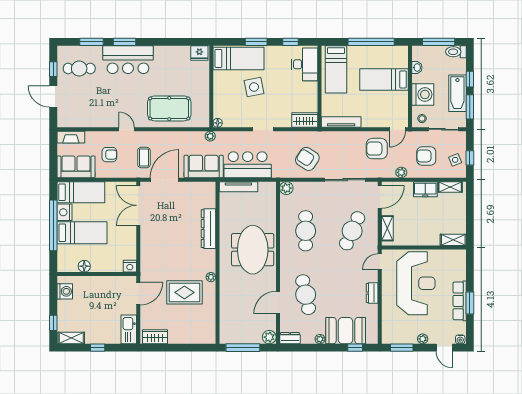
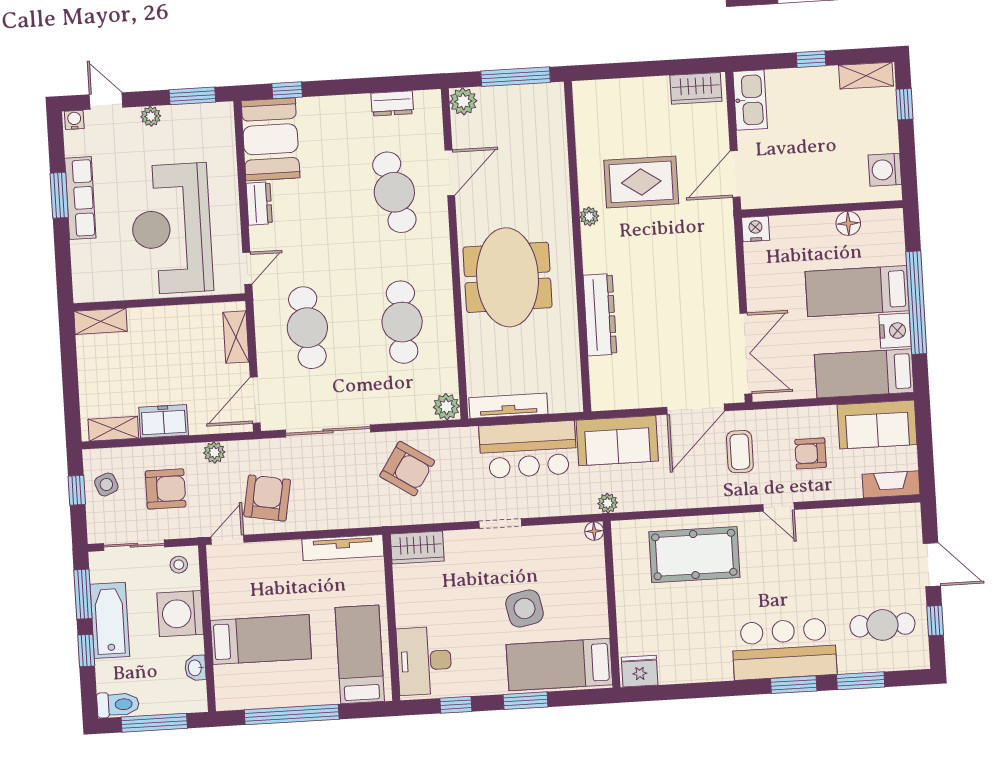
armchair: (377, 149) -> (267, 498), turned -80
tv unit: (238, 187) -> (508, 406), moved
cafe table: (352, 231) -> (307, 328), turned -30
booth: (346, 331) -> (271, 139), moved, turned 90
dresser: (290, 338) -> (392, 103), moved
plant: (320, 339) -> (360, 103), removed

